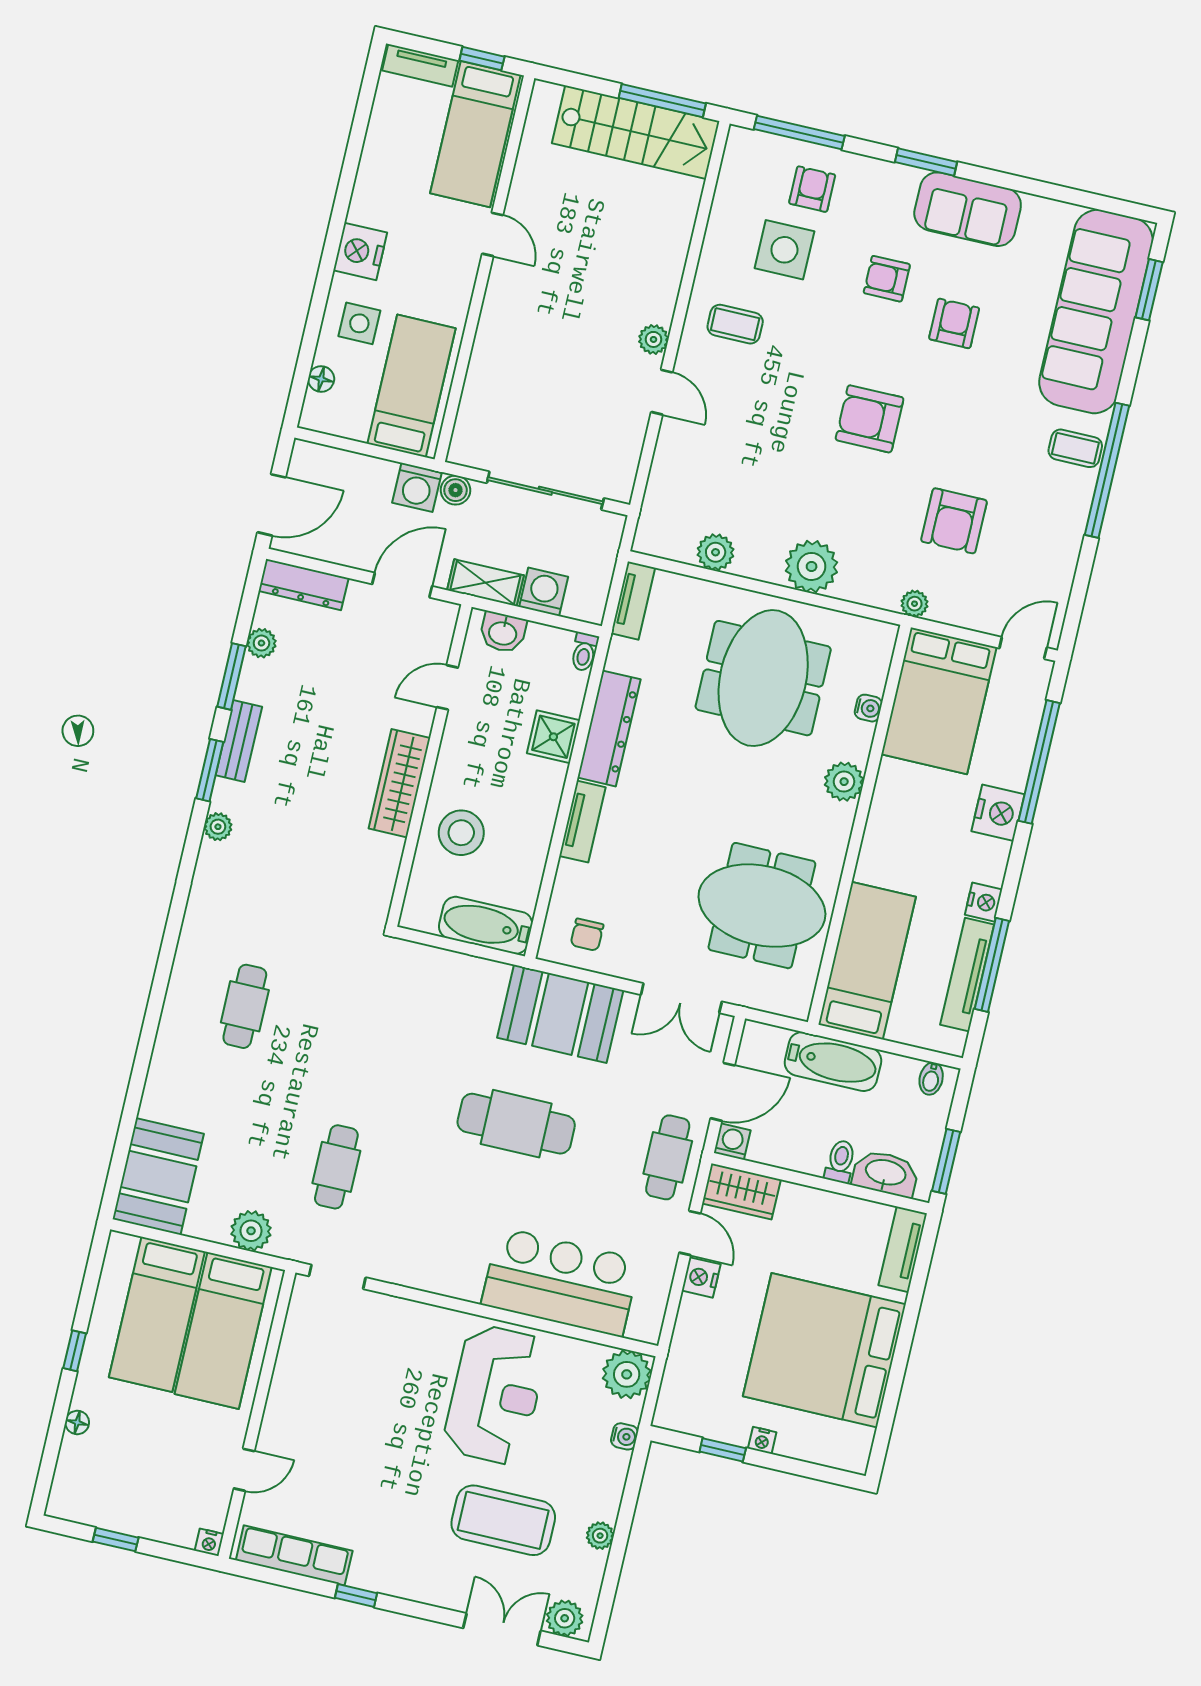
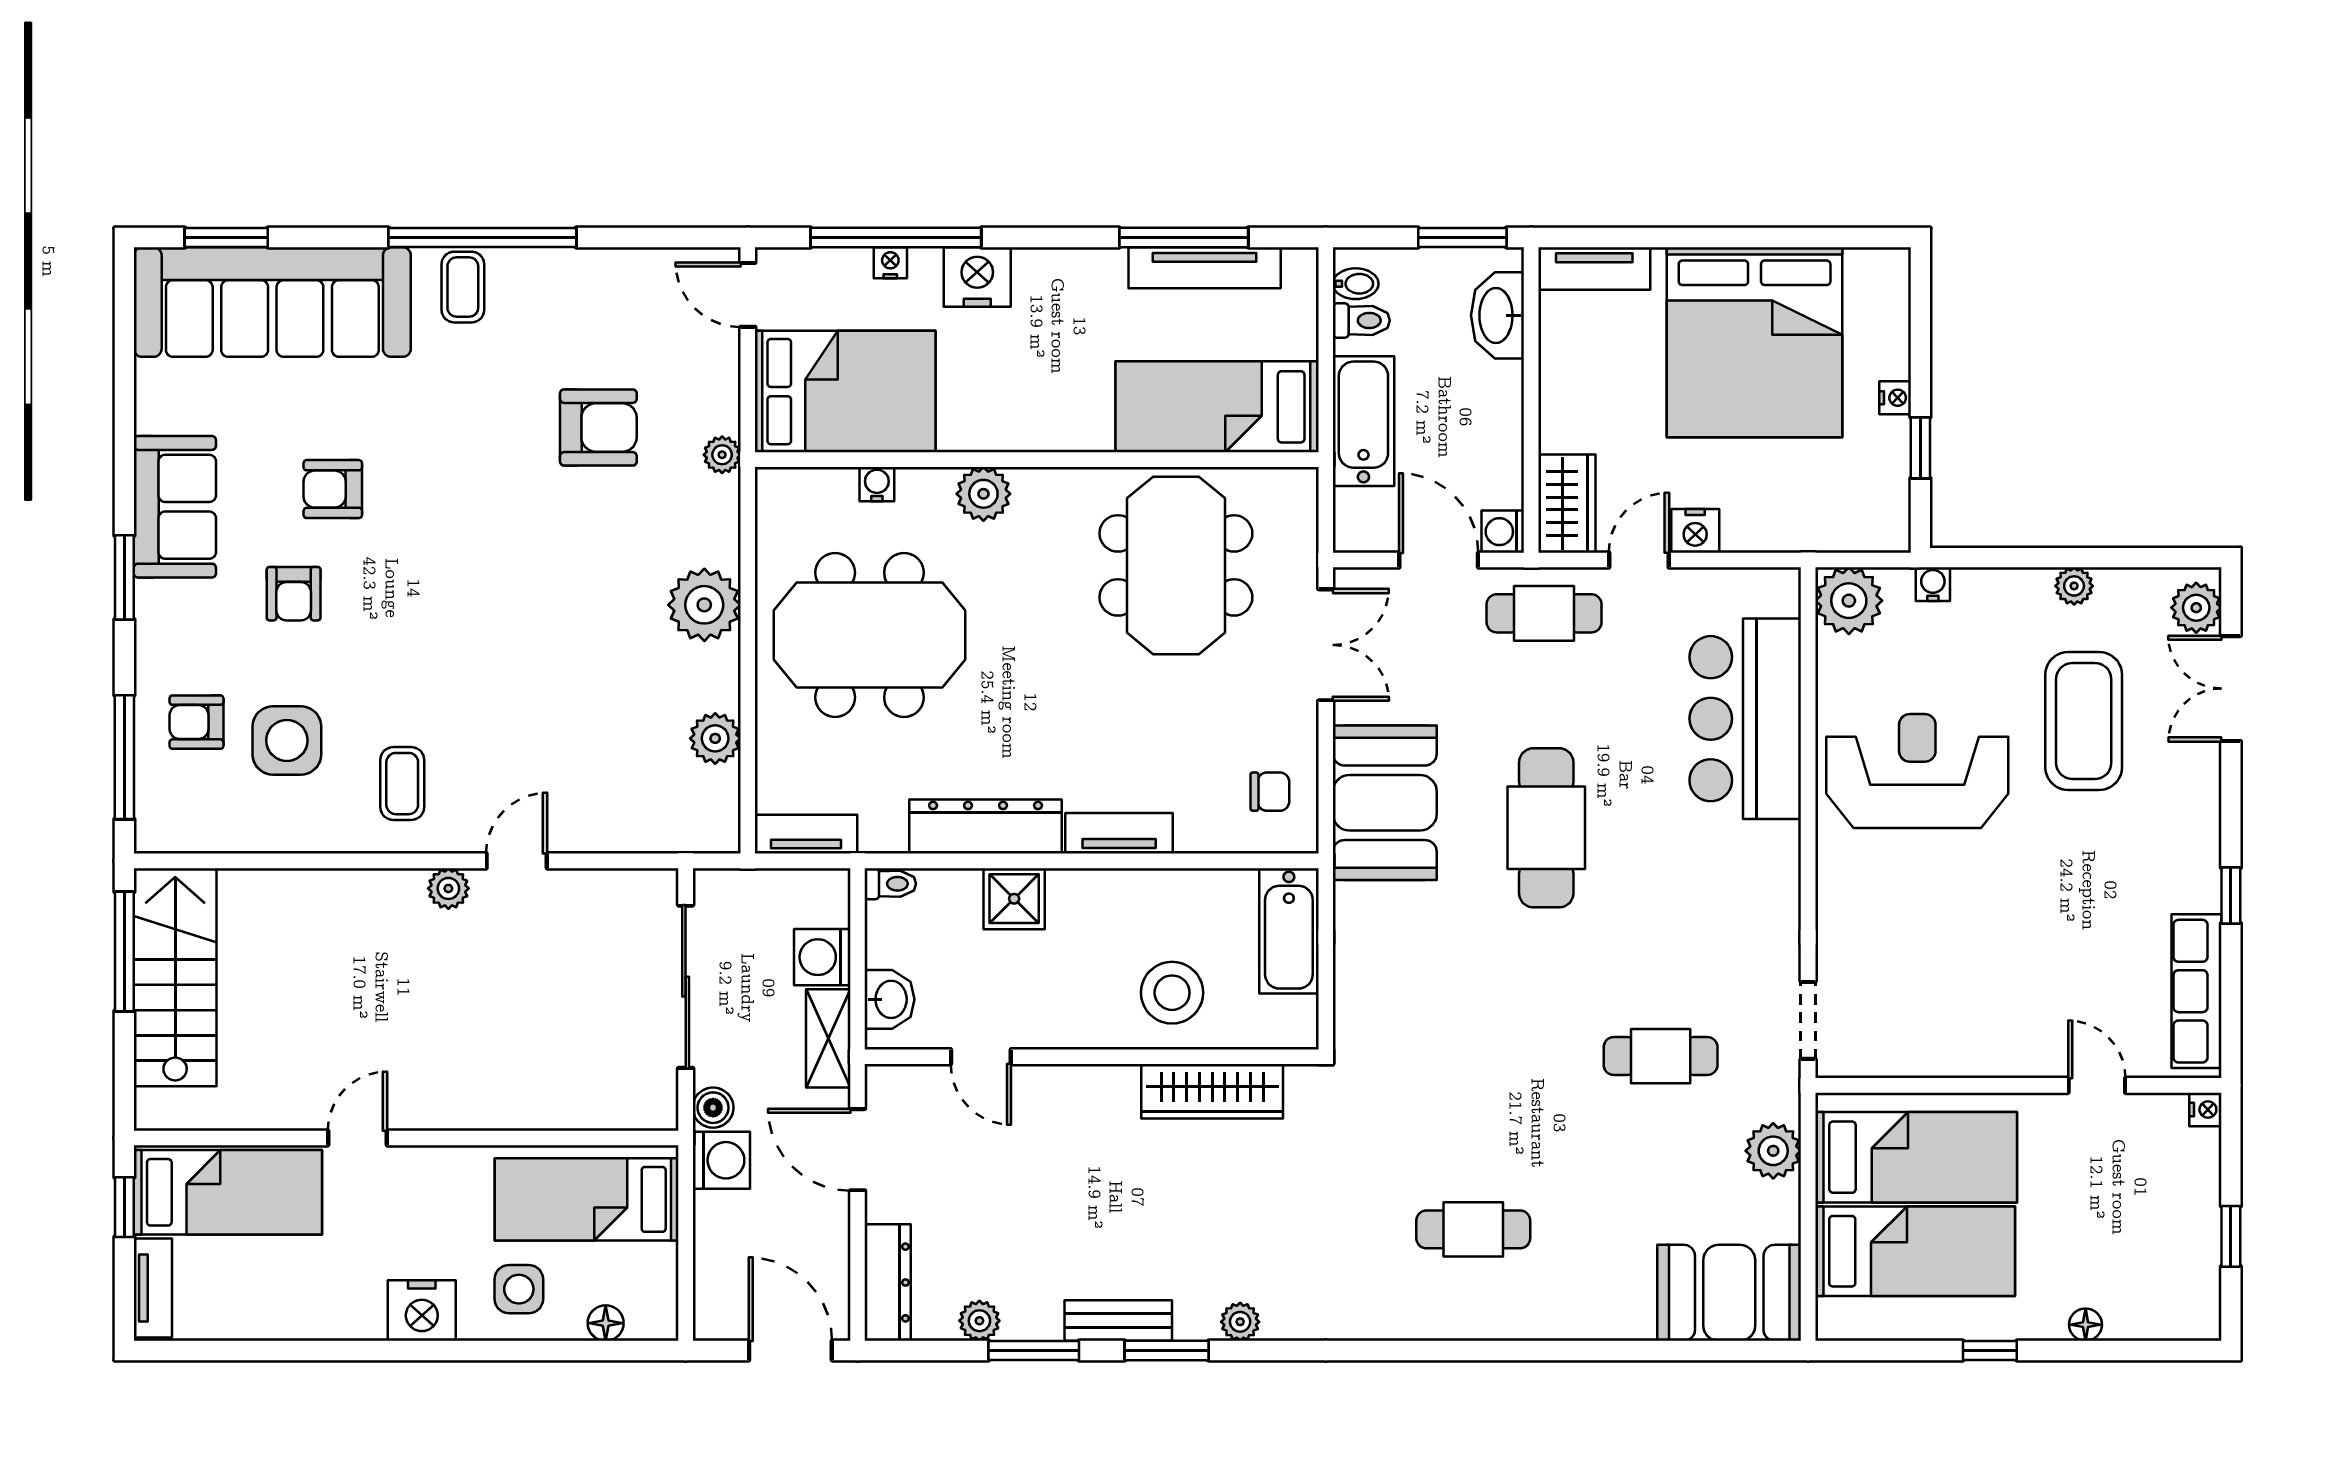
armchair: (870, 419) -> (488, 573), removed
wardrobe: (399, 783) -> (1212, 1091), moved
nightstand: (984, 902) -> (890, 263), moved, width x0.72, depth x0.74
toilet: (840, 1161) -> (1361, 320), moved, turned 180

